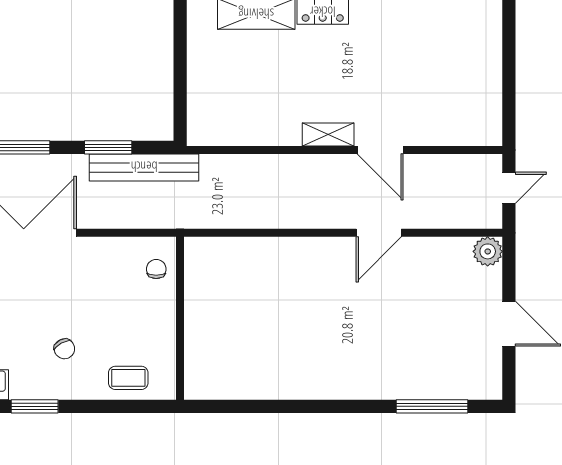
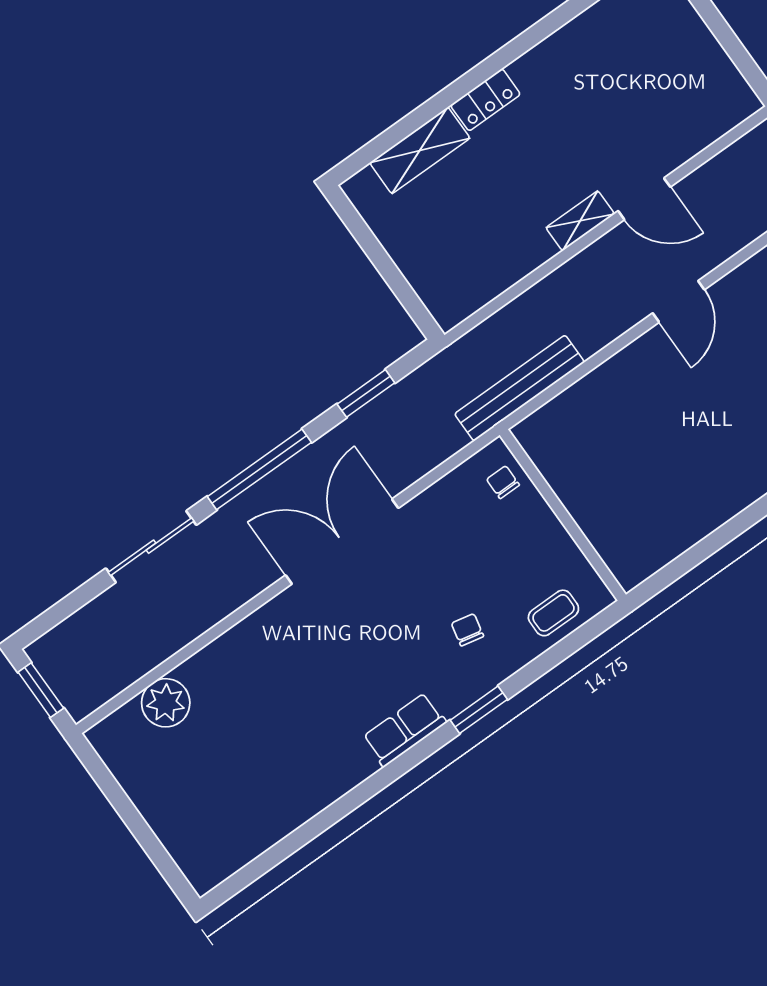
bench: (144, 167) -> (520, 388), moved
door: (379, 233) -> (679, 301), moved
chair: (64, 349) -> (467, 630), turned -139

